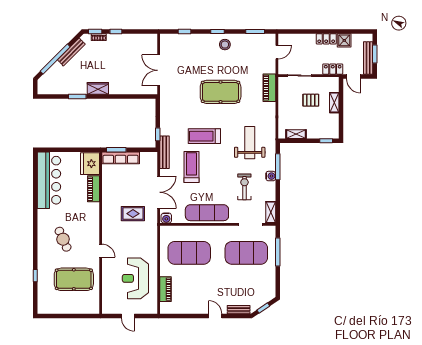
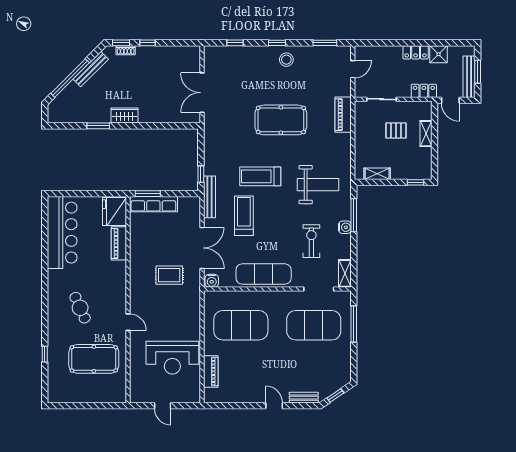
weight bench: (250, 143) -> (318, 185), turned 90
reception desk: (135, 278) -> (172, 358), turned -90

